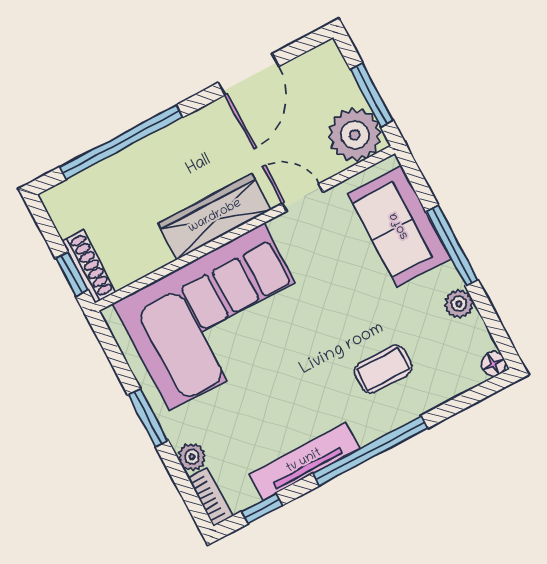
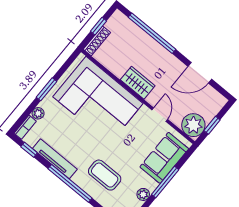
window: (372, 95) -> (212, 125), width x0.67
wardrobe: (215, 216) -> (138, 83), width x0.67
window: (72, 274) -> (99, 26), moved
coffee table: (383, 369) -> (105, 175), width x1.36, depth x1.30

